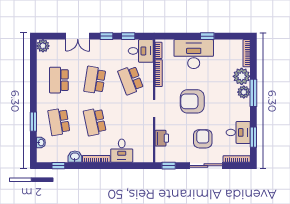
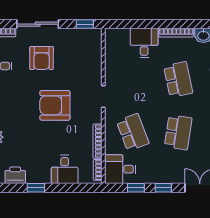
desk: (194, 54) -> (65, 169), width x0.53, depth x0.77
armchair: (192, 101) -> (55, 105), turned 180
printer: (162, 138) -> (15, 175), moved, turned 90

